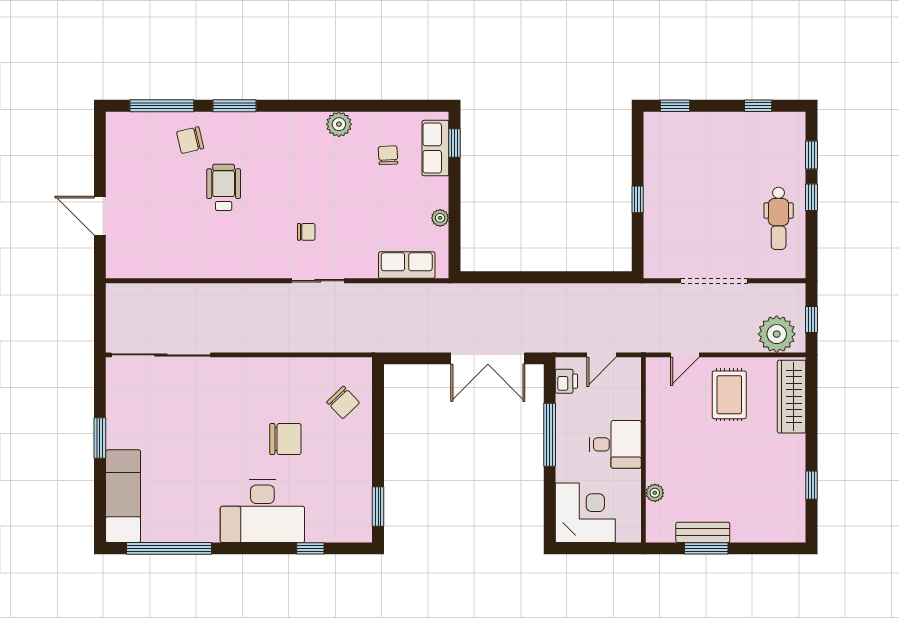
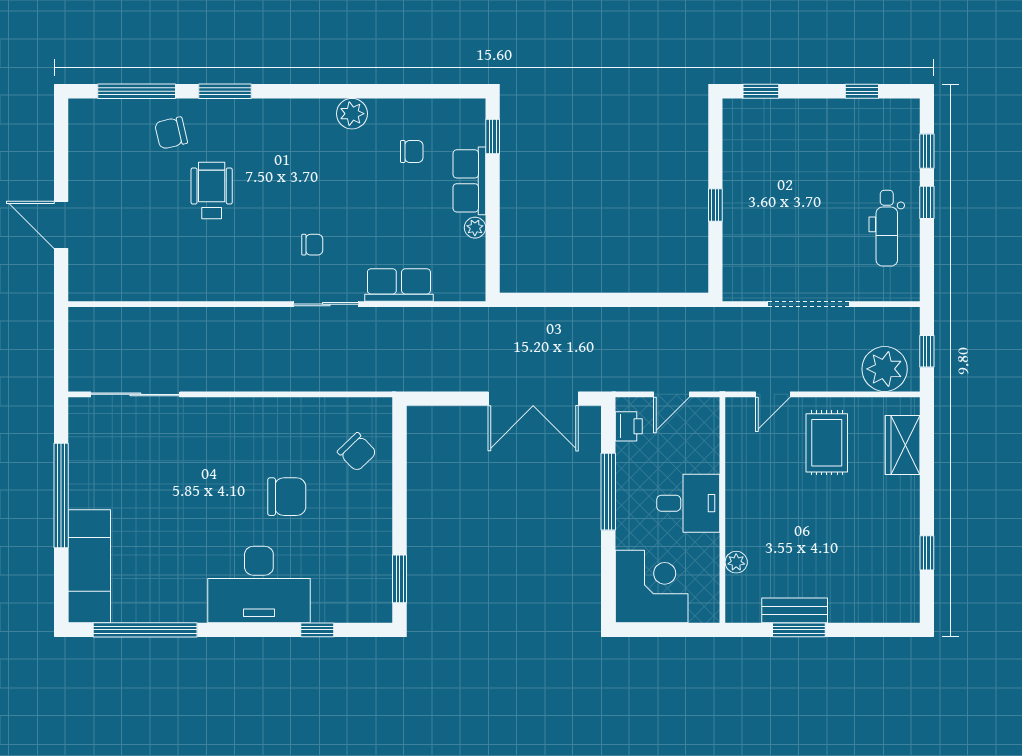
row of seats: (435, 148) -> (469, 181), moved
chair: (388, 155) -> (412, 151), turned 93
row of seats: (407, 265) -> (399, 285), moved
sliding door: (161, 355) -> (135, 394), width x0.73
wardrobe: (792, 397) -> (903, 445), width x0.67
window: (100, 438) -> (61, 496), width x2.11

